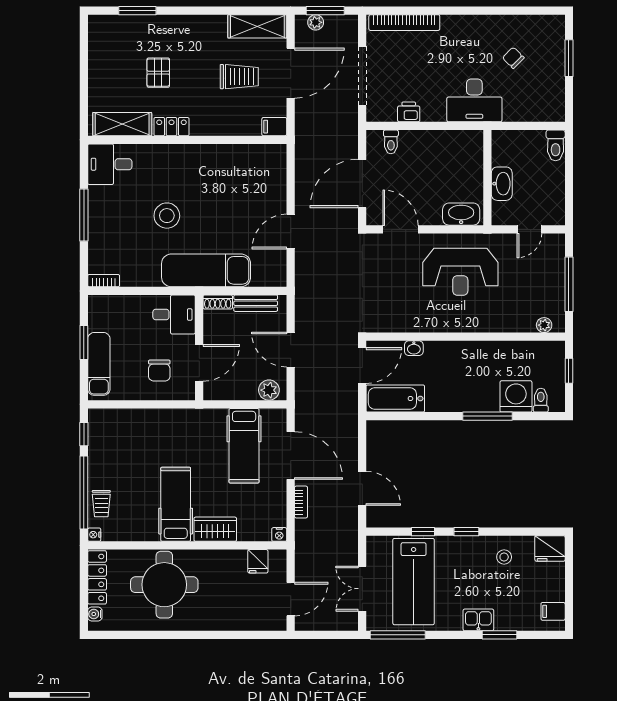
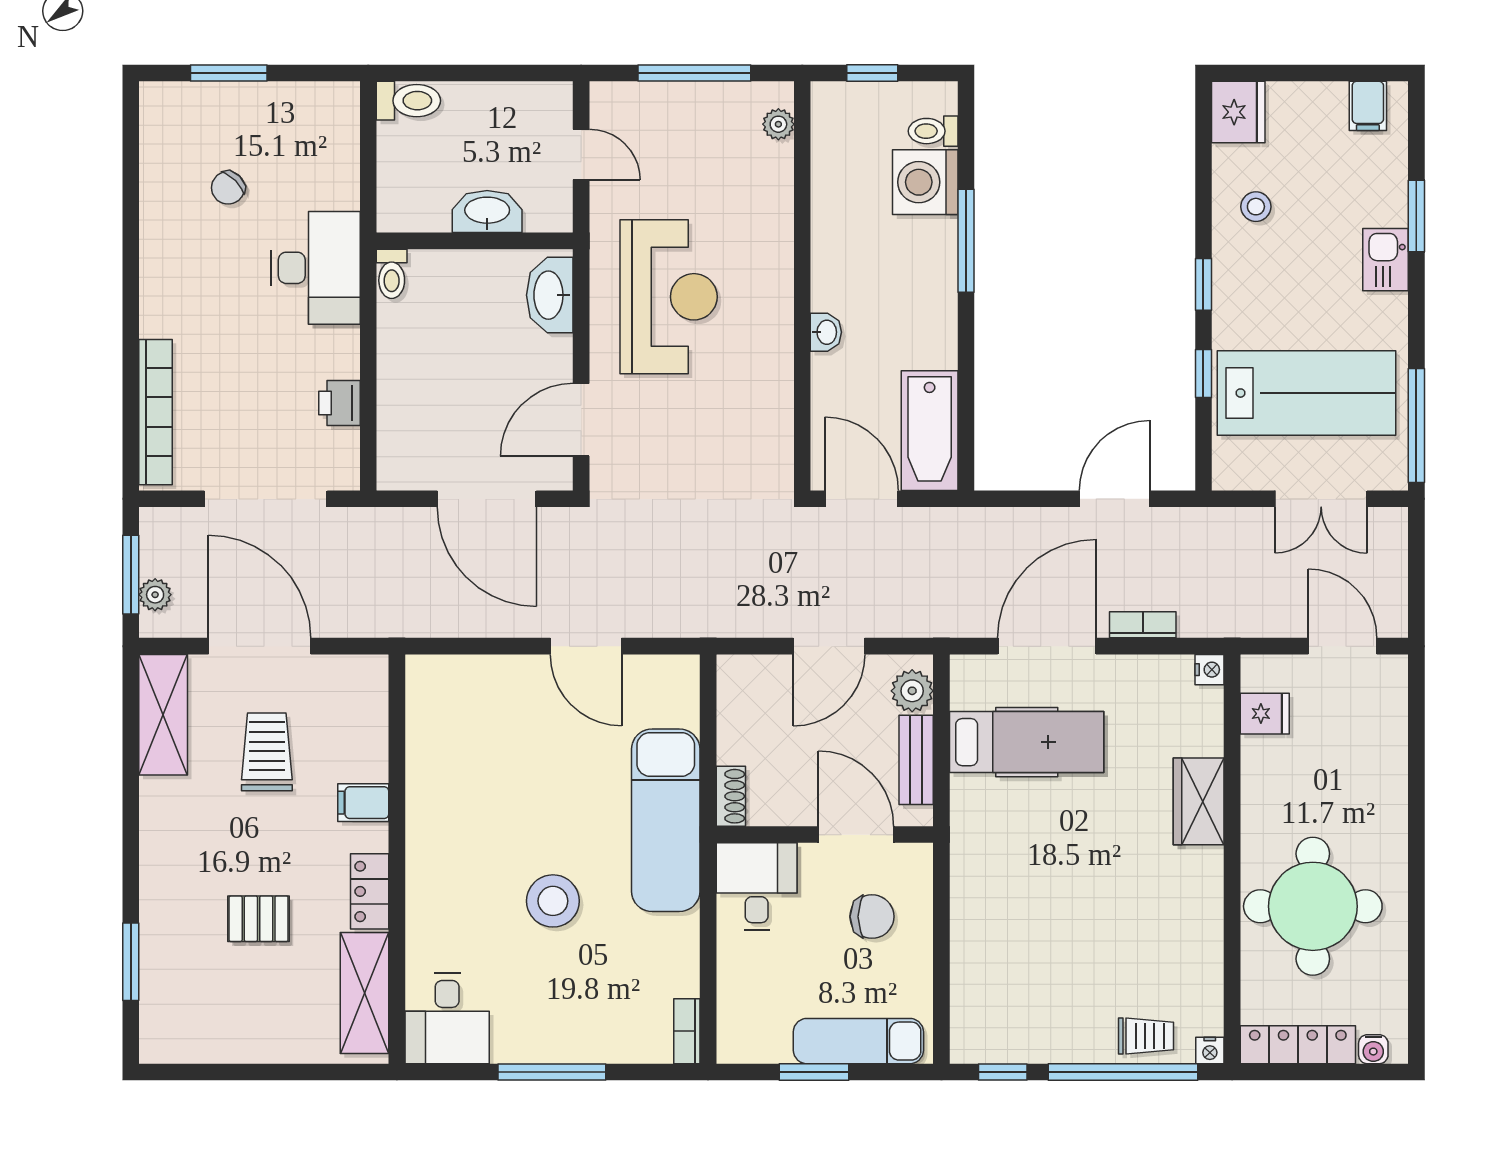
filing cabinet: (274, 127) -> (363, 803), moved, turned 90
toilet: (391, 142) -> (392, 274), moved, turned 90
bench: (256, 303) -> (916, 760), moved
washbasin: (414, 348) -> (826, 332), moved
hospital bed: (176, 504) -> (1147, 883), removed

